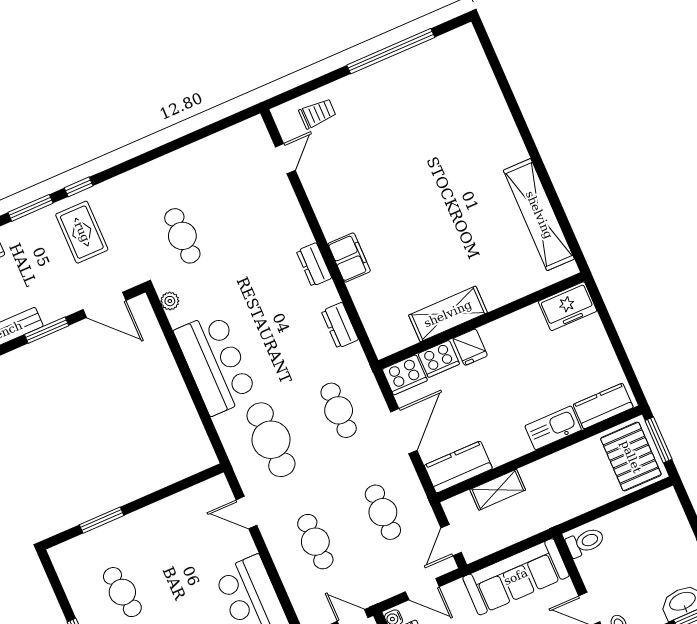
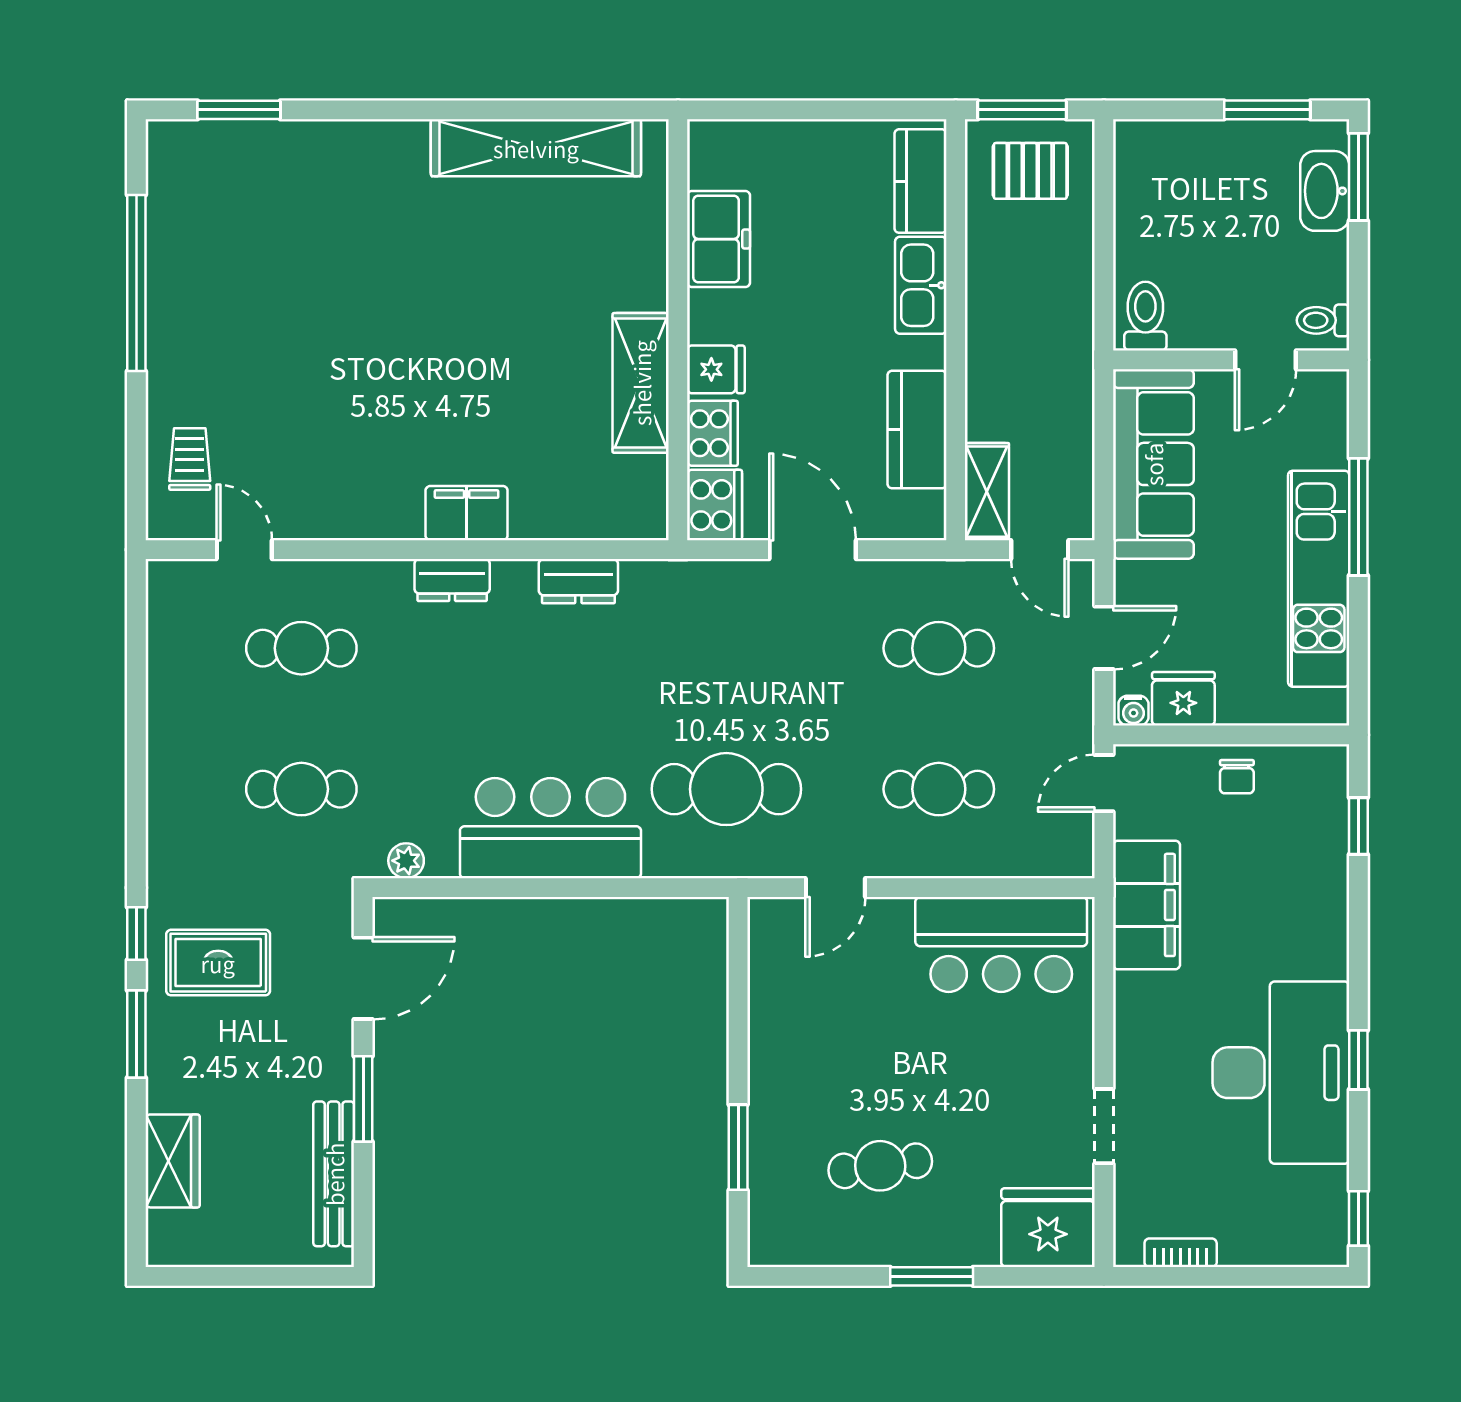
window: (495, 64) -> (239, 110), added
freezer: (568, 306) -> (719, 239), moved
cafe table: (339, 410) -> (301, 648), moved
pallet: (631, 457) -> (1030, 171), width x0.67, depth x0.71
kitchen counter: (458, 467) -> (917, 430), moved
shelving: (498, 490) -> (987, 492), moved

